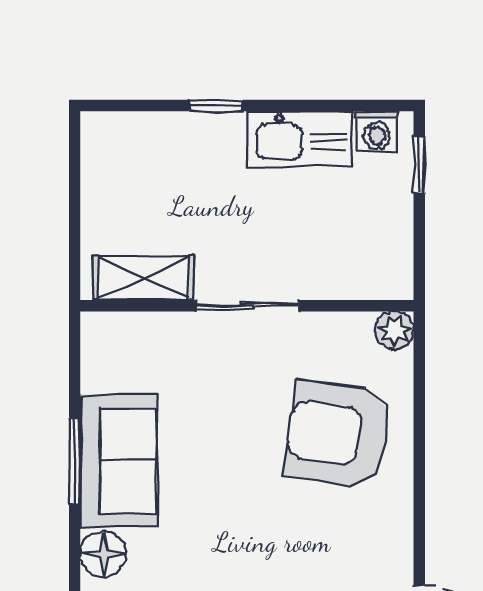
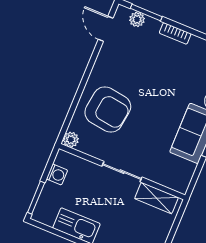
washing machine: (377, 132) -> (57, 174), moved, turned 90
window: (419, 165) -> (36, 198), width x1.50

